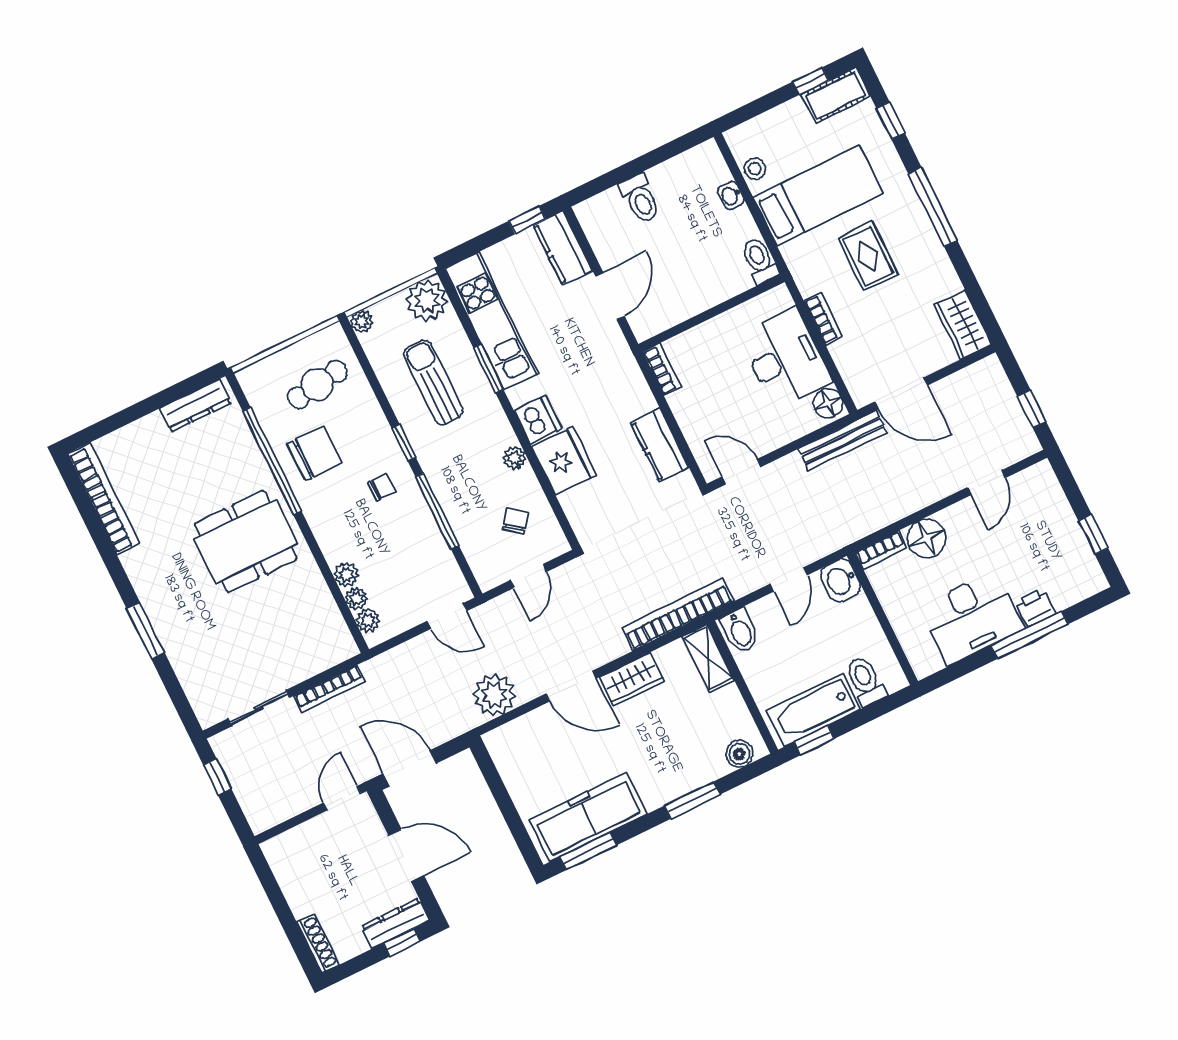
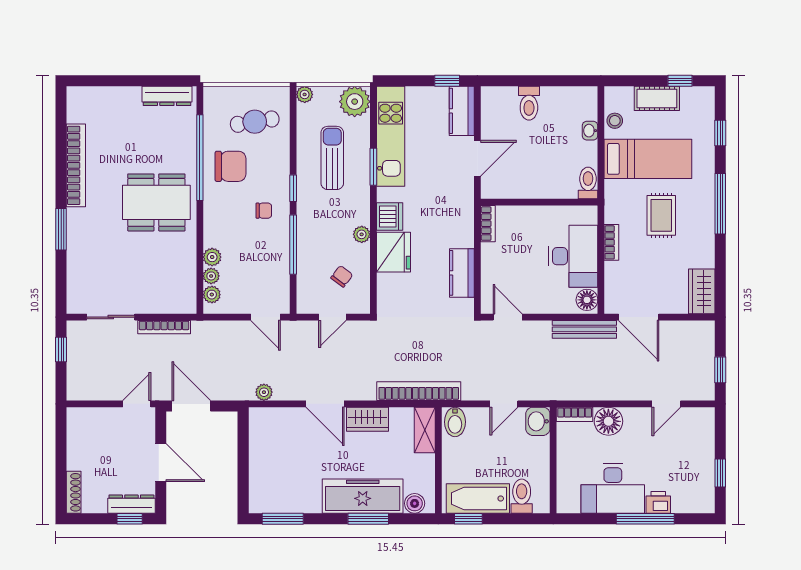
cot: (836, 95) -> (657, 98), moved
bookcase: (103, 499) -> (76, 165), moved
plant: (494, 695) -> (264, 392), width x0.53, depth x0.53
freezer: (588, 817) -> (363, 496), moved

